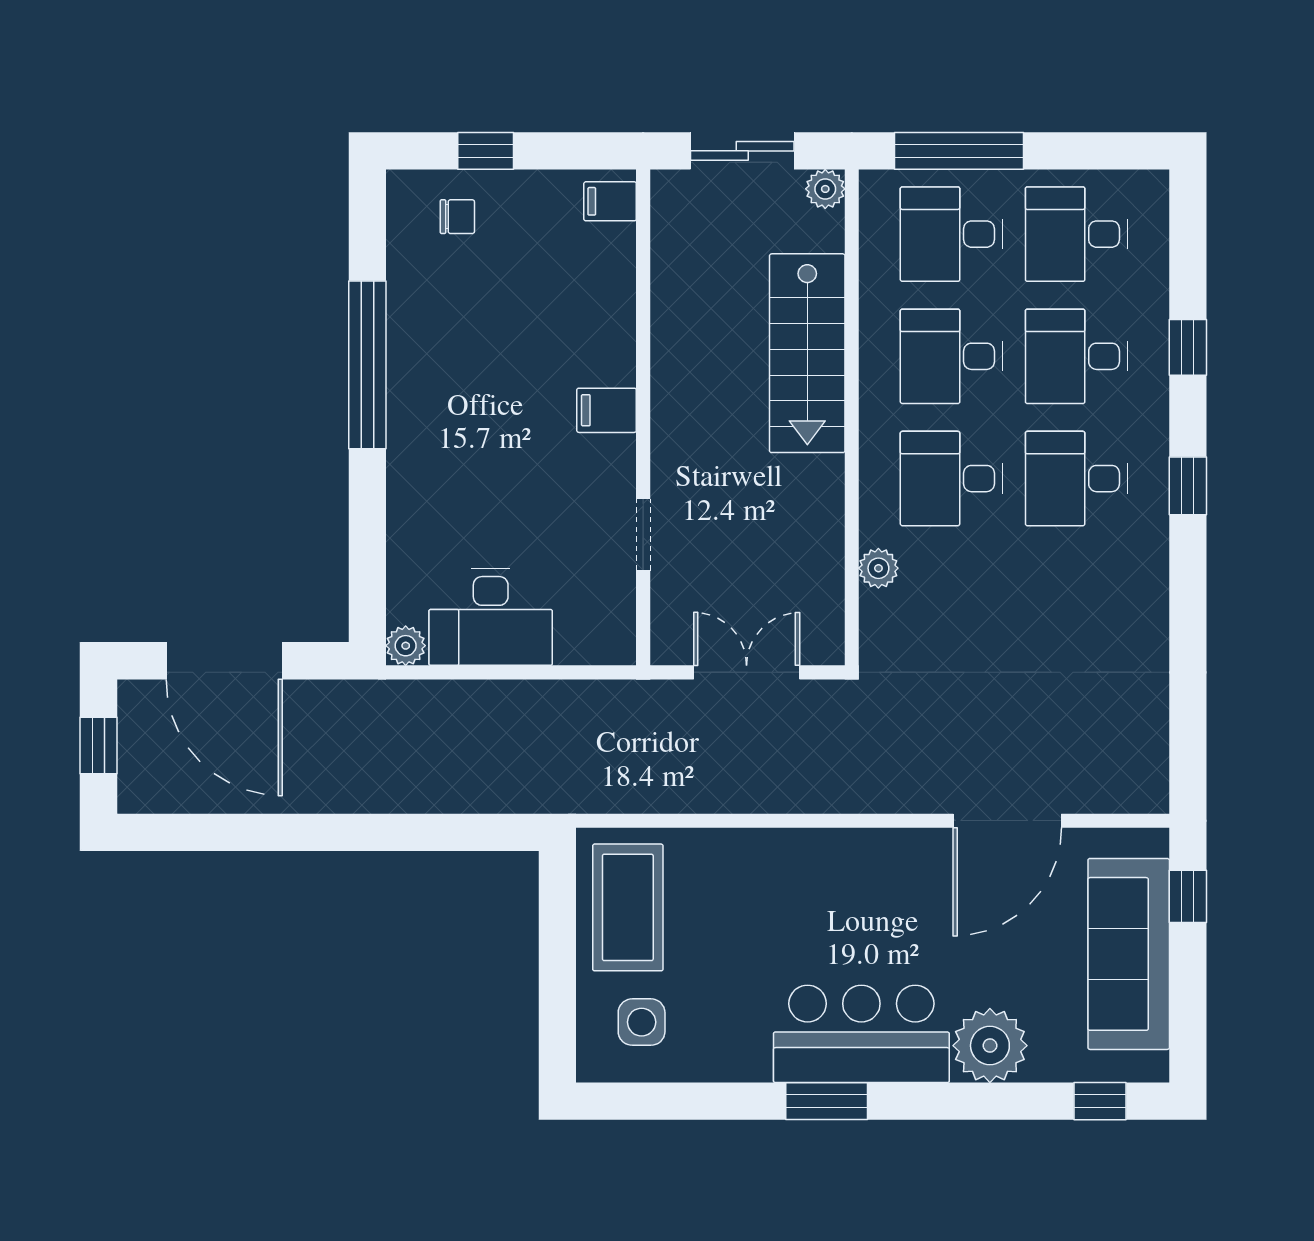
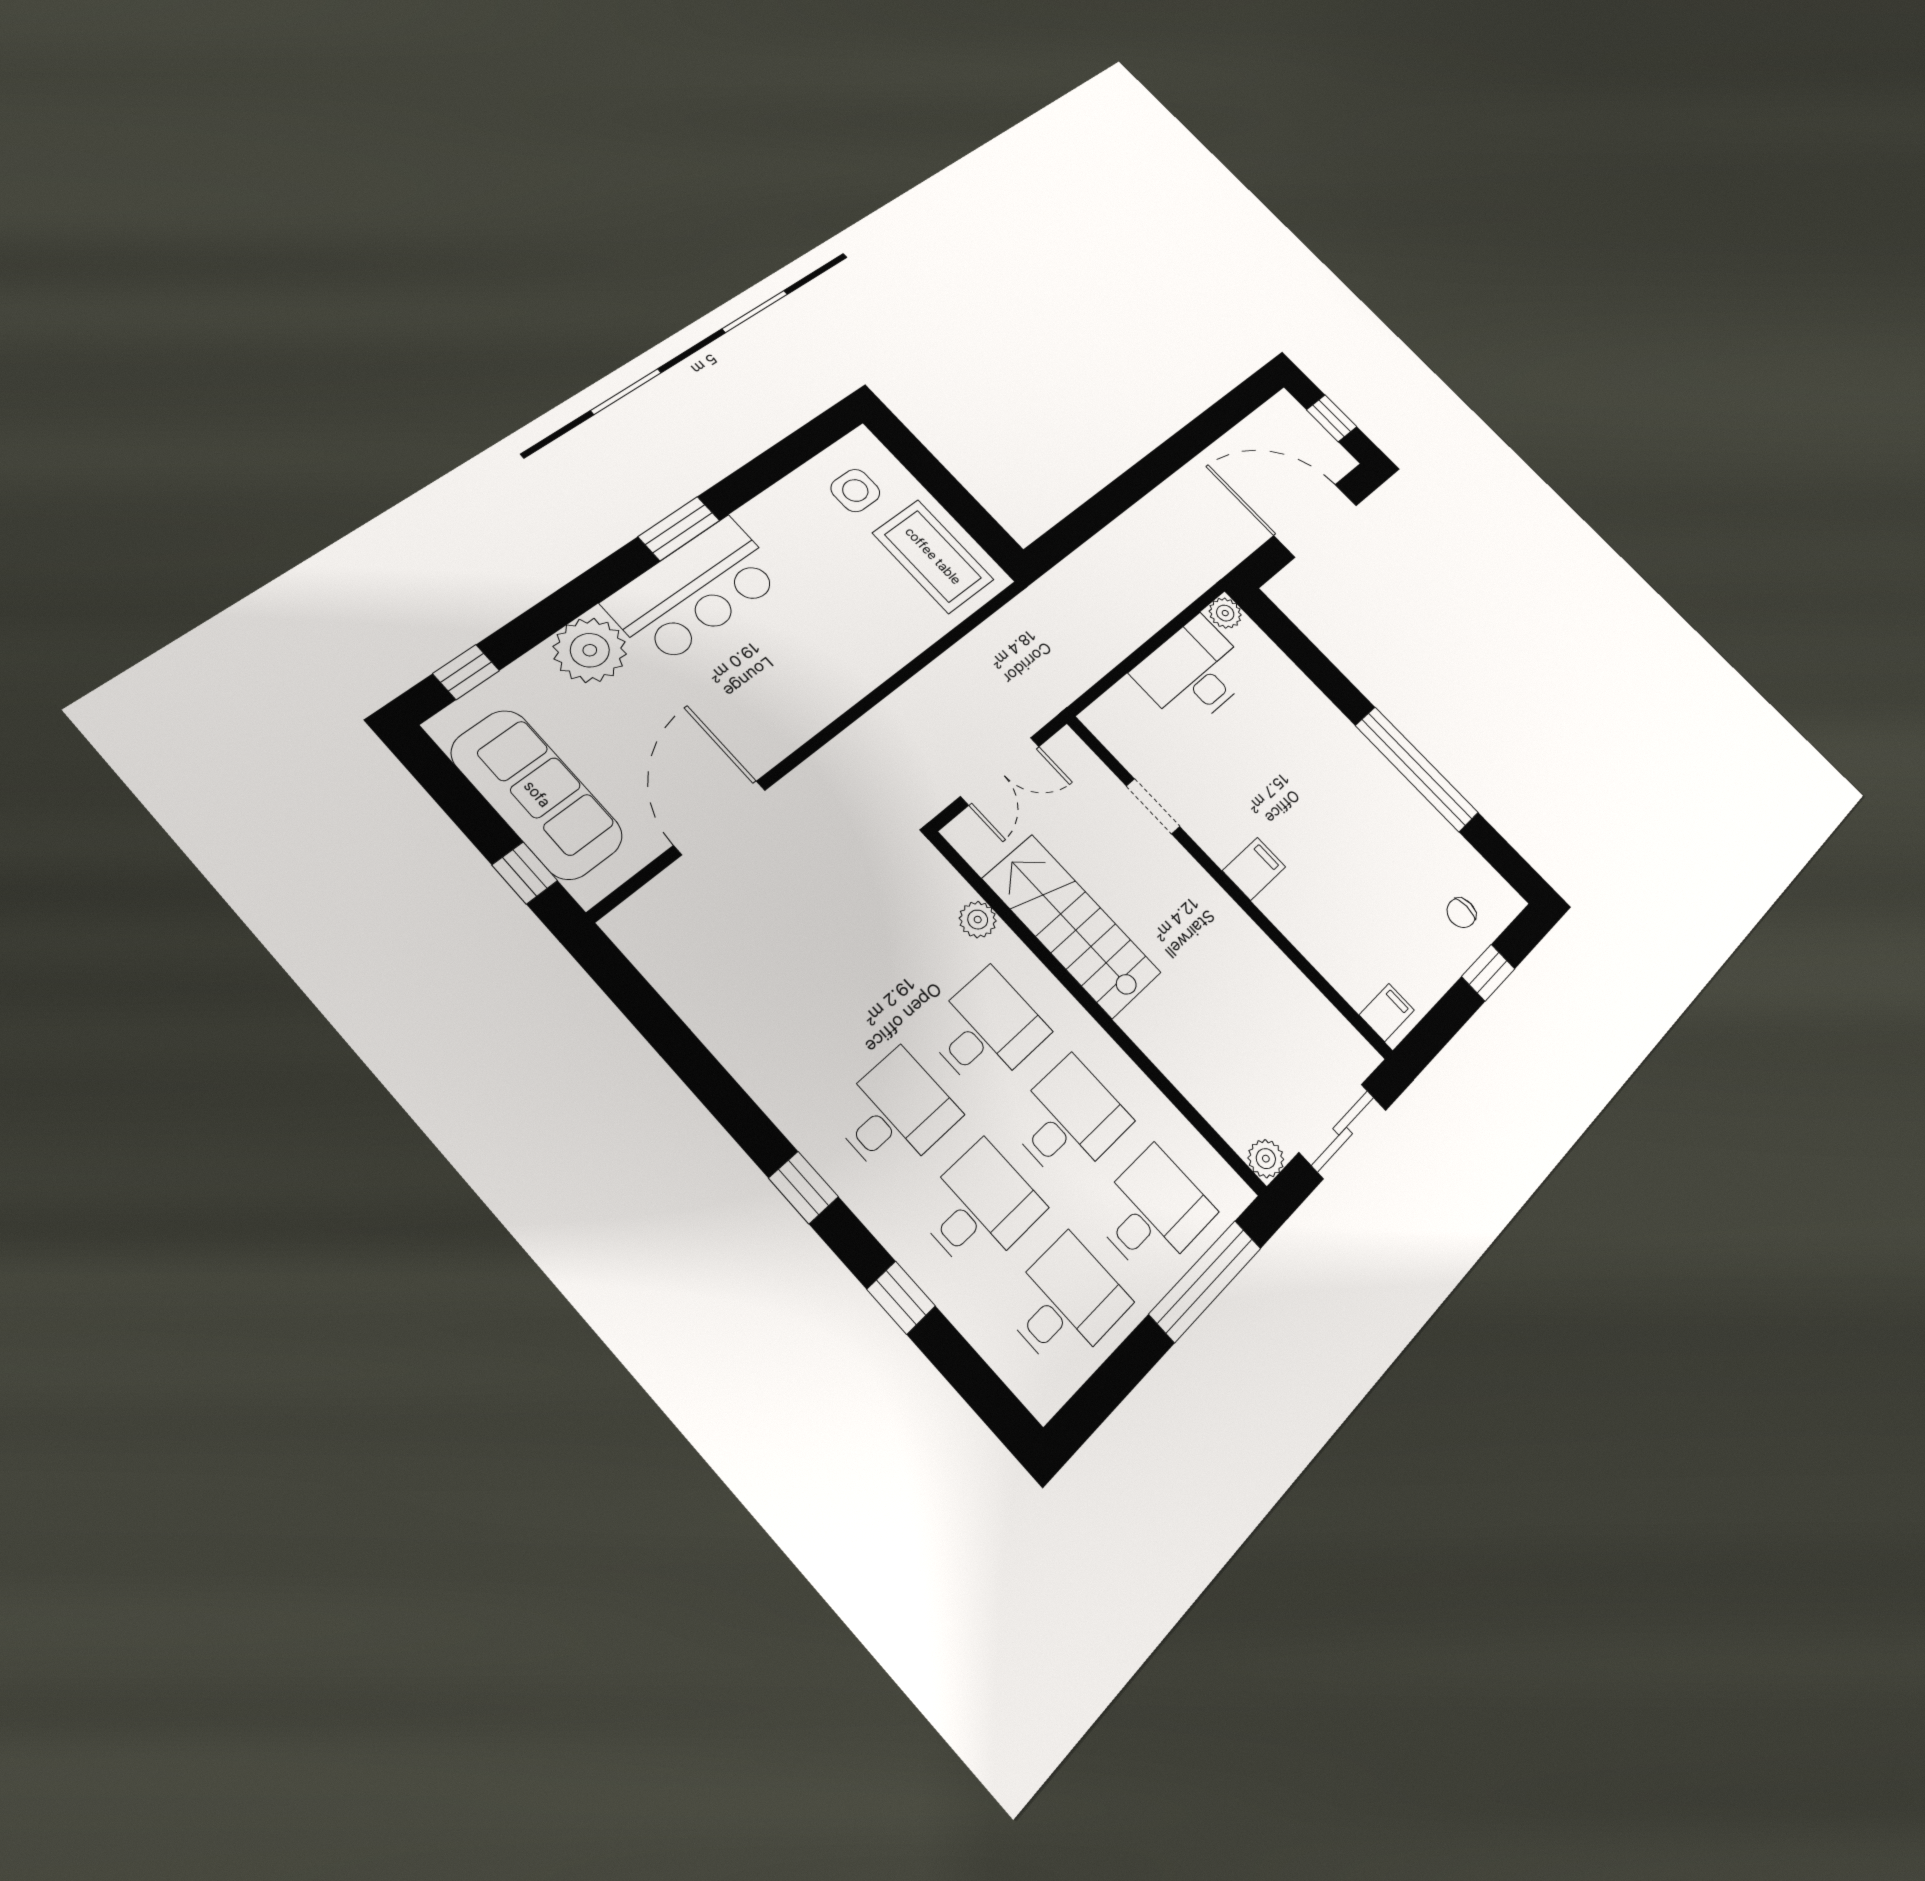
stairs: (807, 353) -> (1071, 926), moved

